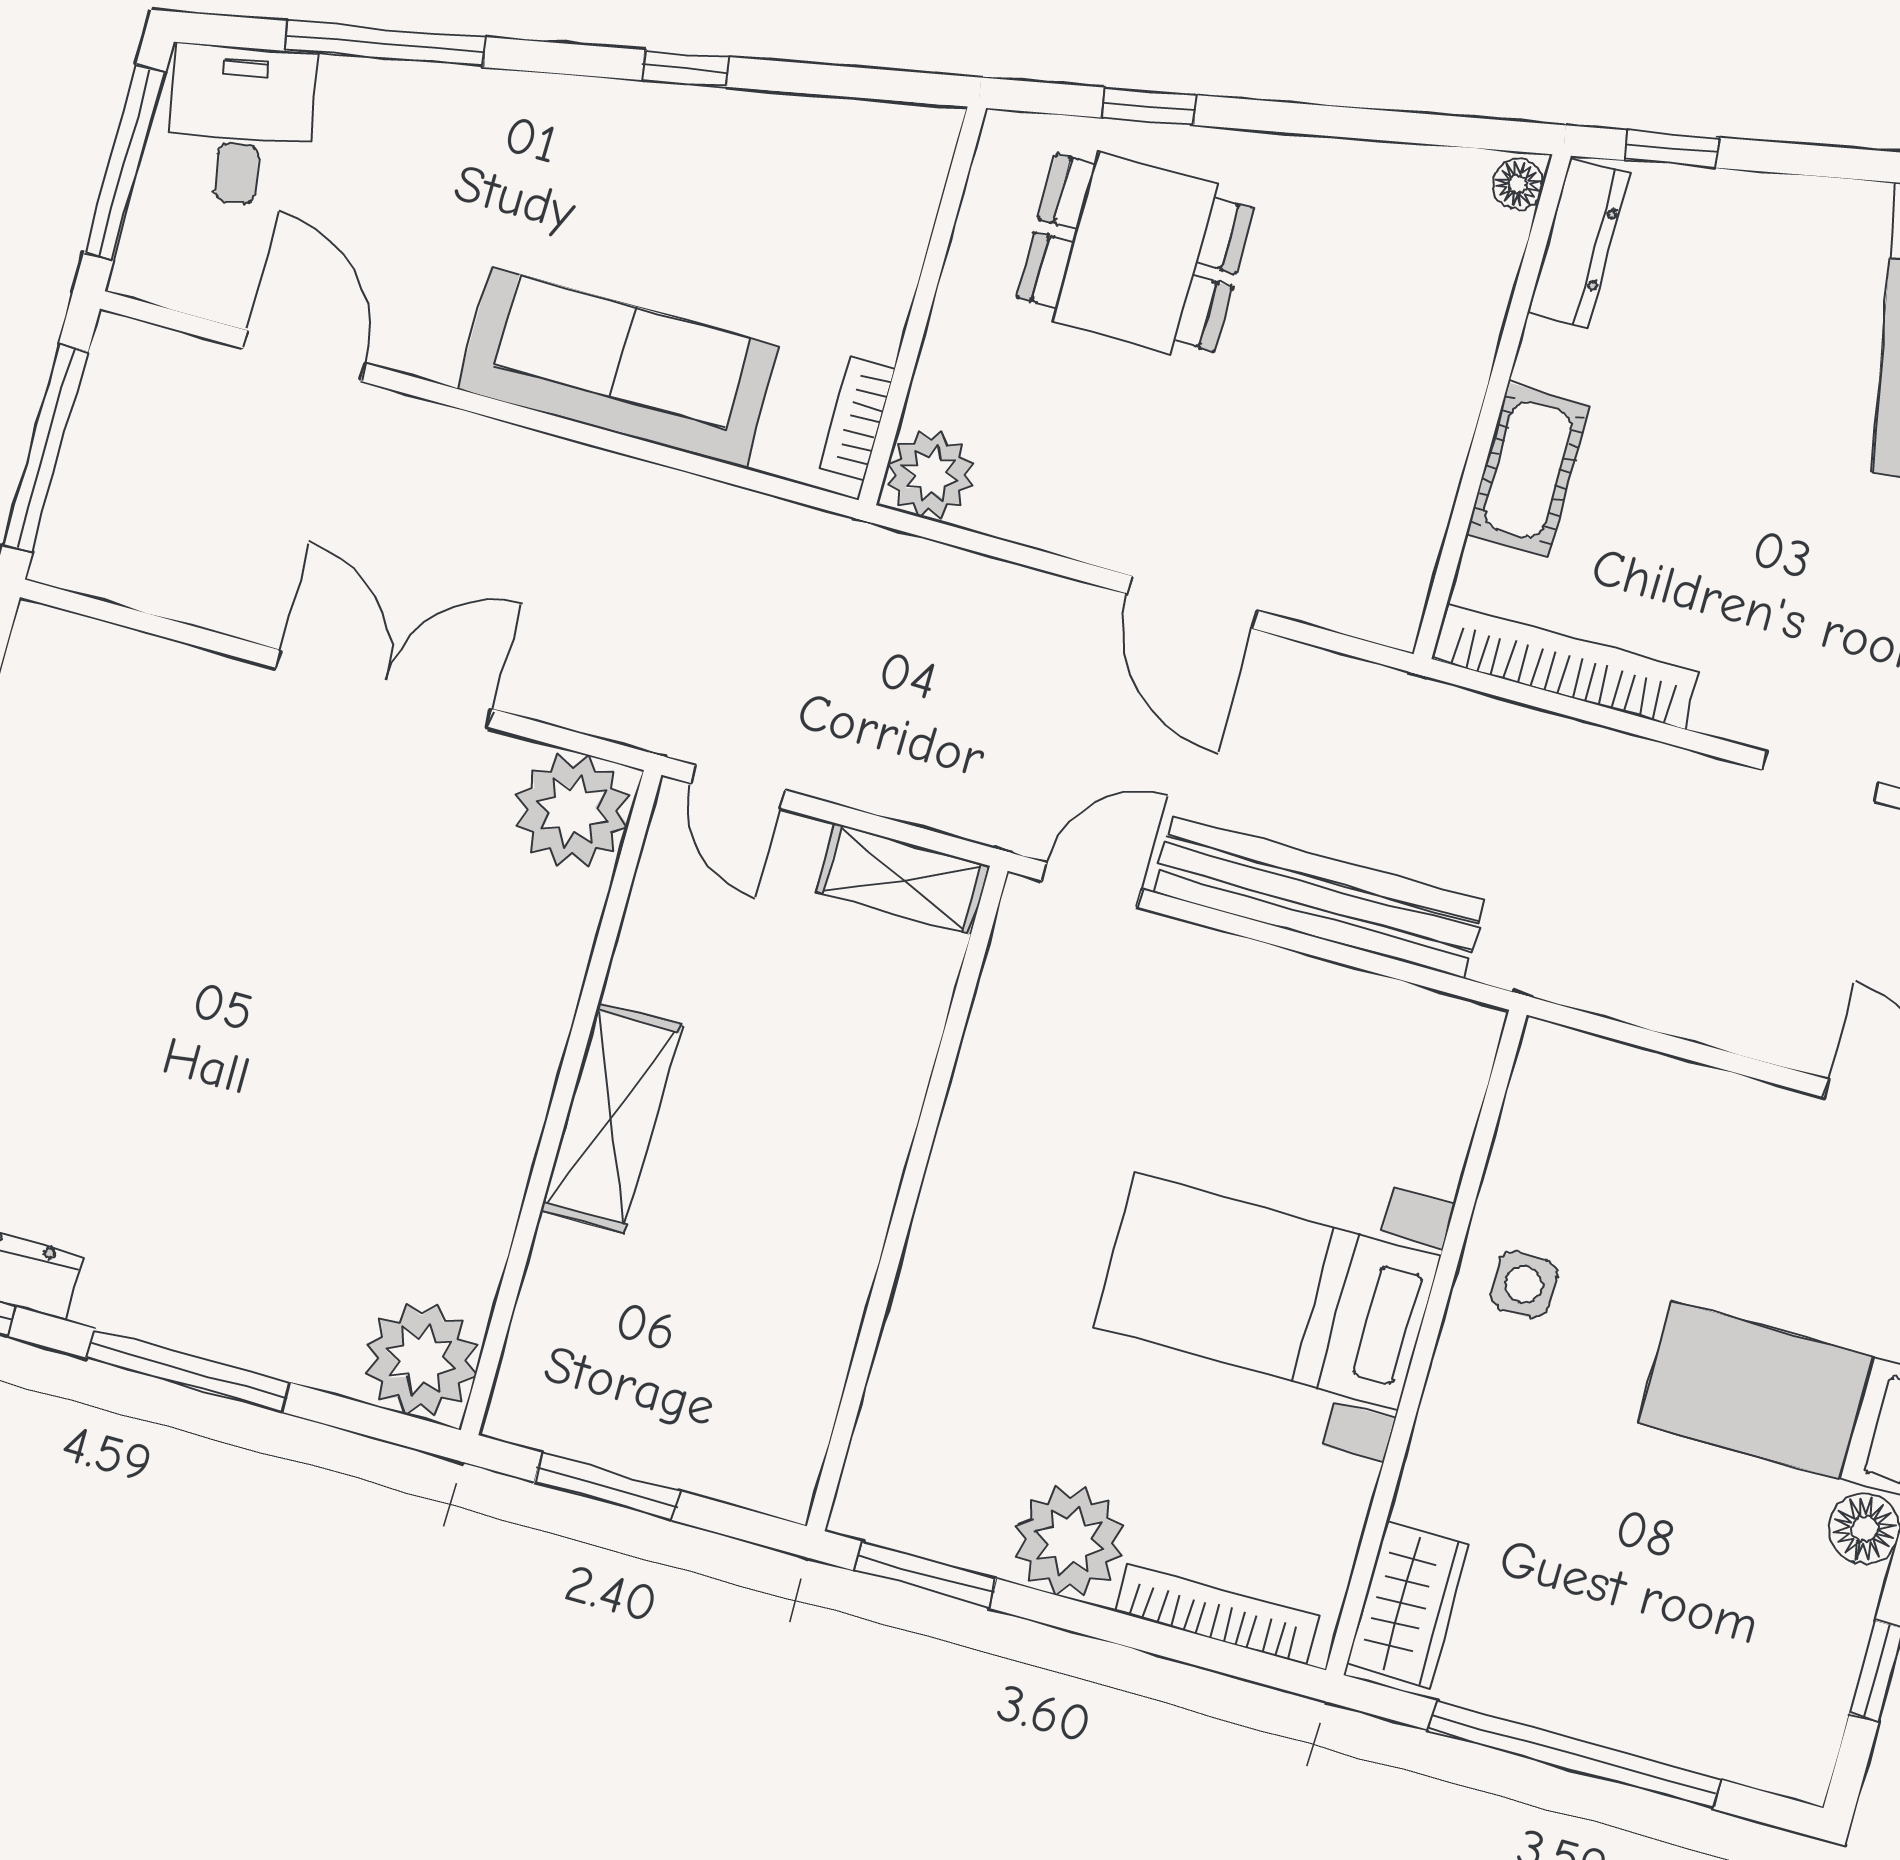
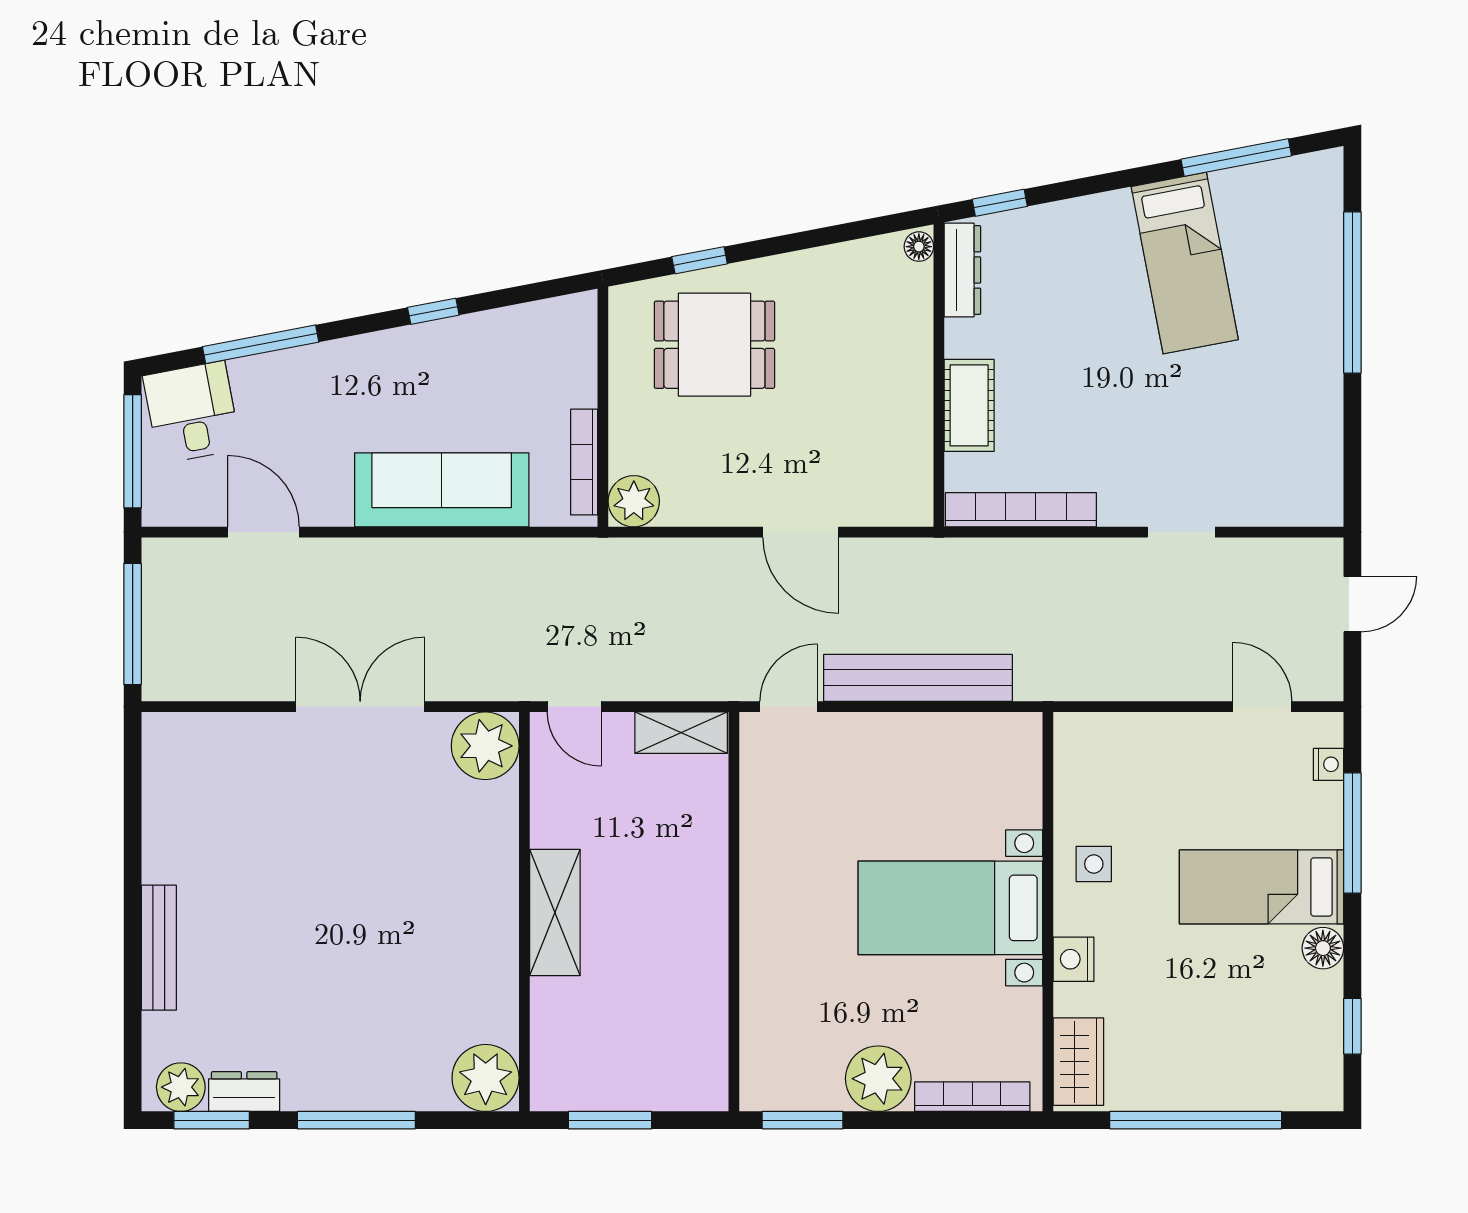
bookcase: (857, 418) -> (584, 462), width x1.56
nightstand: (1447, 1433) -> (1074, 959), added

